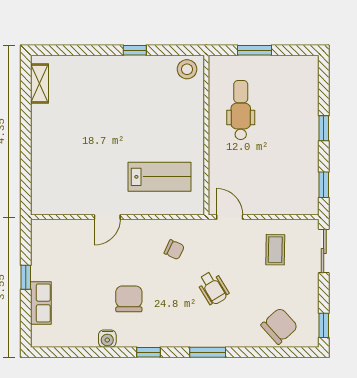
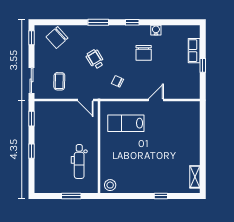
window: (135, 50) -> (161, 196), moved

